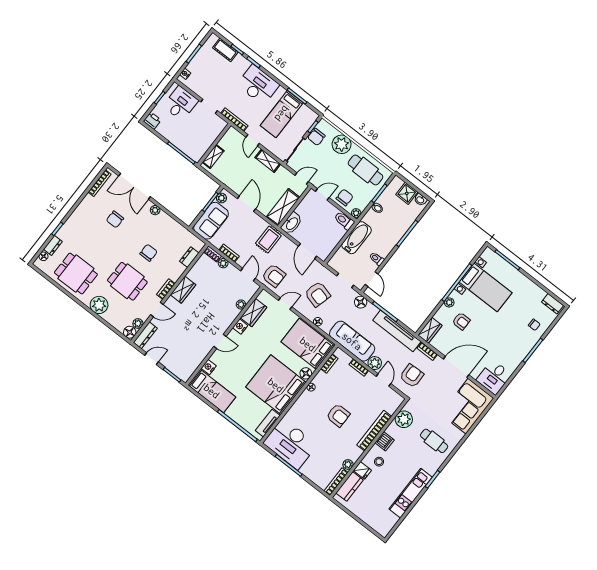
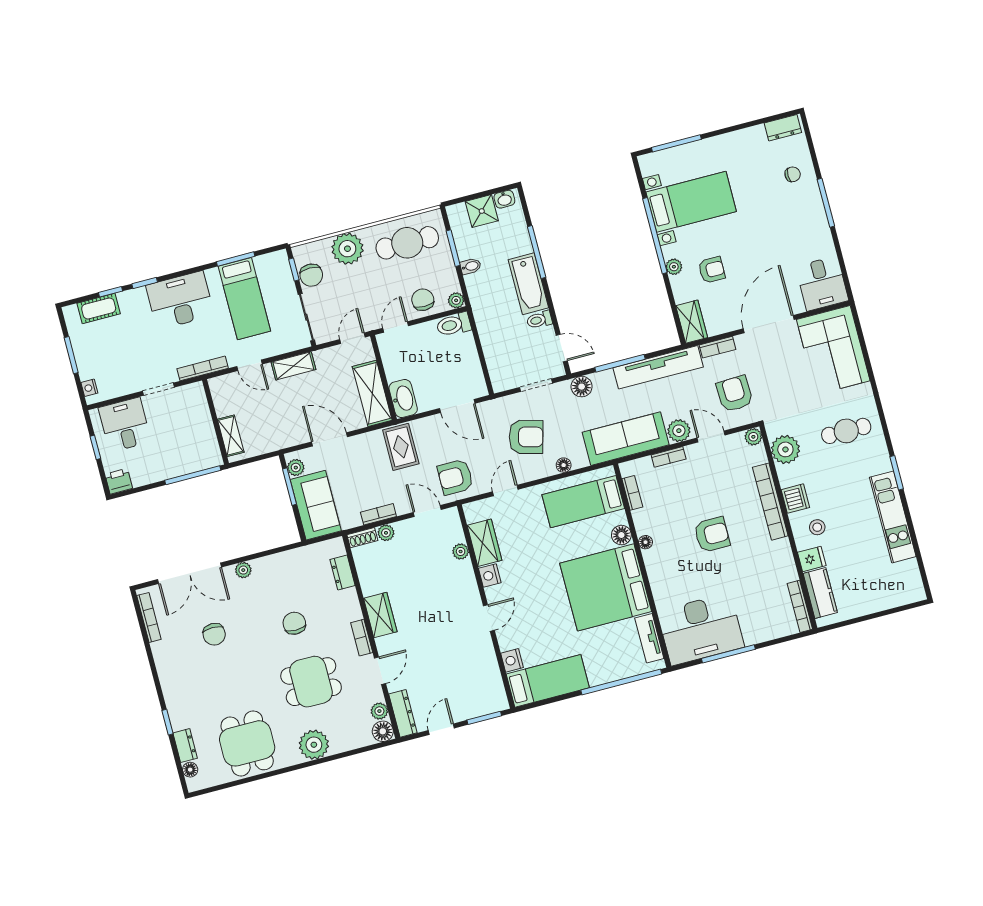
bathtub: (357, 238) -> (528, 284), moved, turned 180
dining table: (76, 273) -> (247, 743), turned 90
armchair: (274, 276) -> (455, 477), turned 180
bed: (308, 344) -> (583, 502), width x0.67
plant: (348, 464) -> (753, 437), moved

